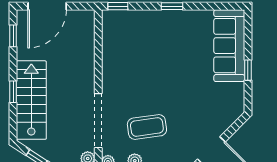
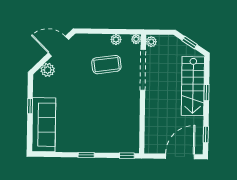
plant: (225, 119) -> (48, 70), added

